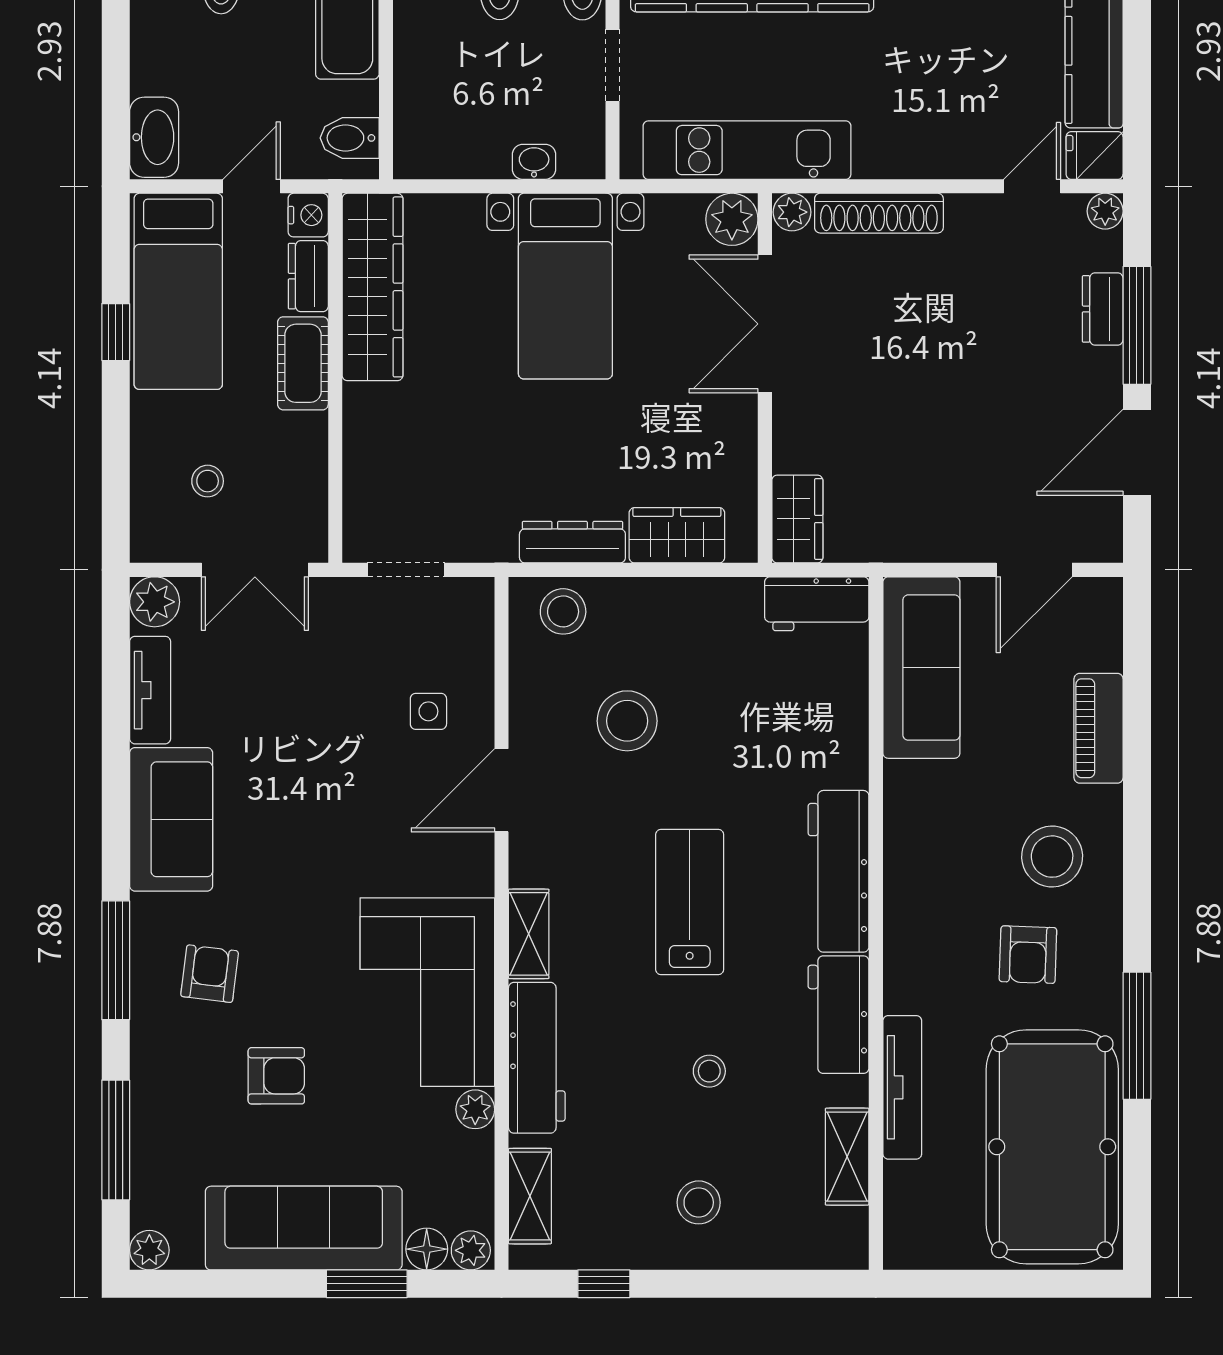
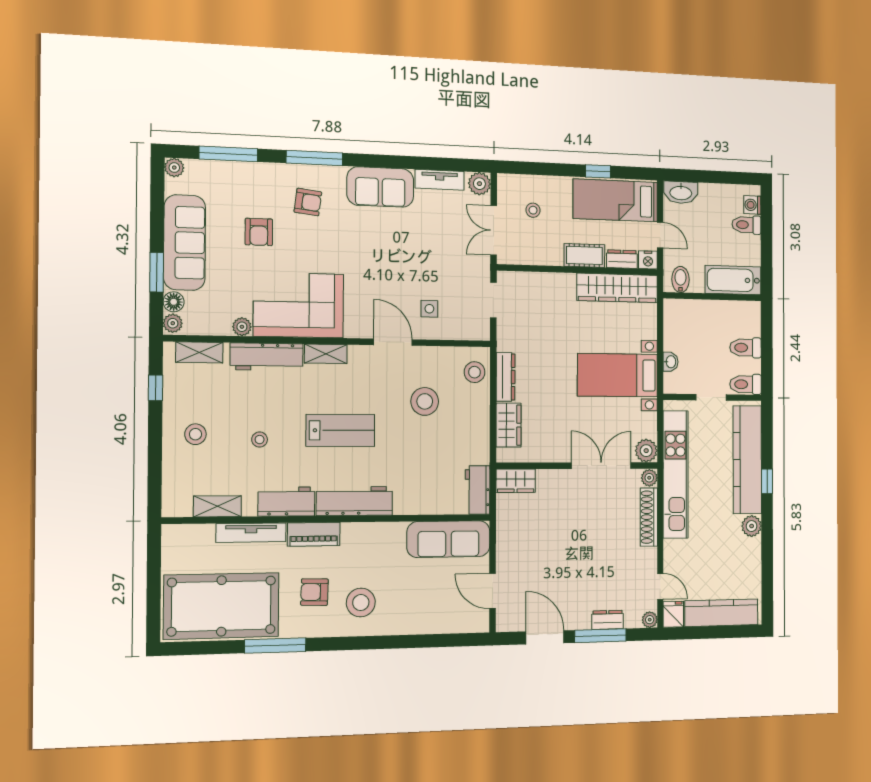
kitchen unit: (747, 150) -> (676, 474), width x1.36
piano: (1099, 728) -> (314, 534), moved, turned 180

